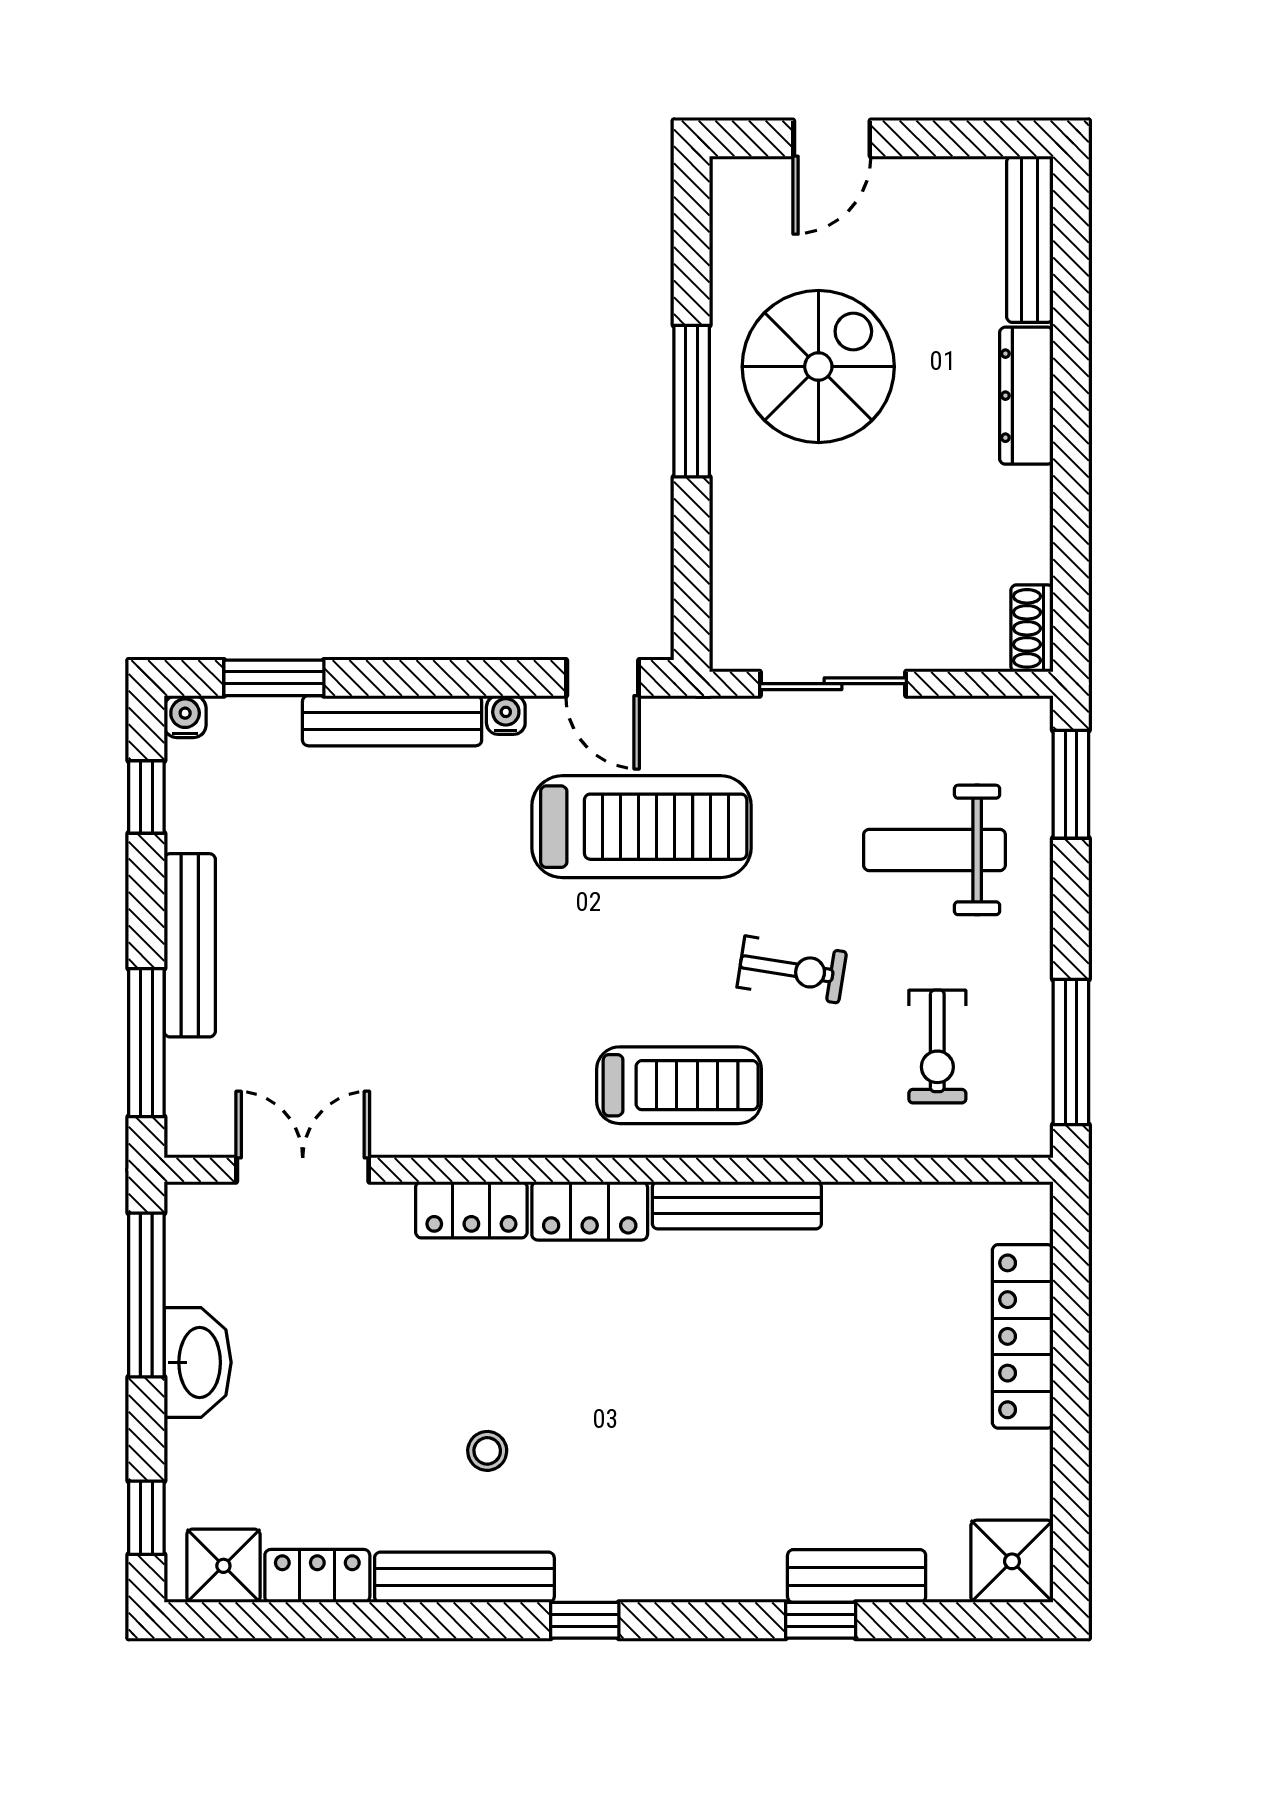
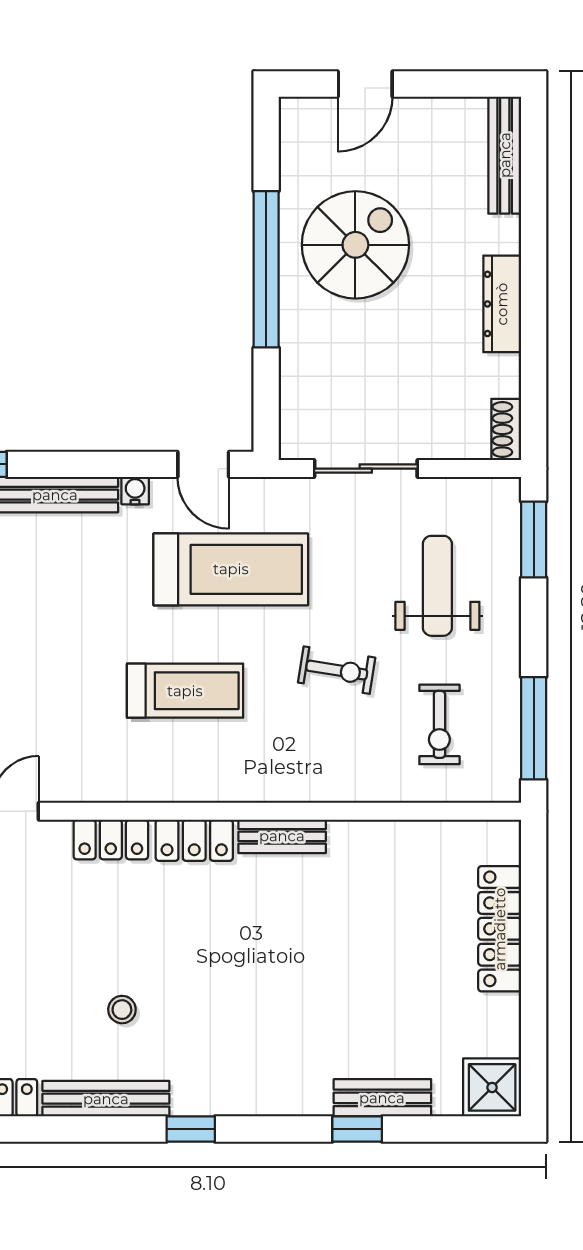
dresser: (1026, 396) -> (502, 304), moved
window: (692, 401) -> (266, 269), width x1.46
weight bench: (934, 850) -> (437, 586), turned 90
treadmill: (679, 1085) -> (185, 691), moved
bench: (737, 1205) -> (282, 836), width x0.73

